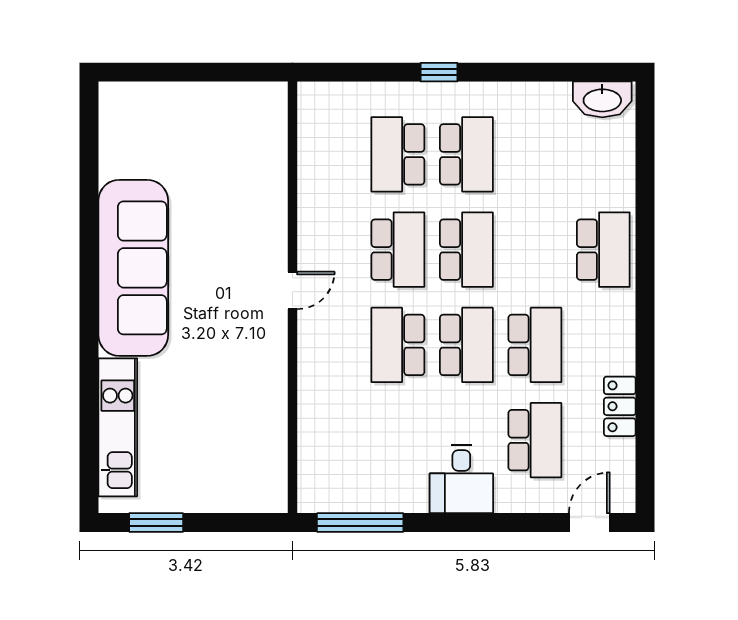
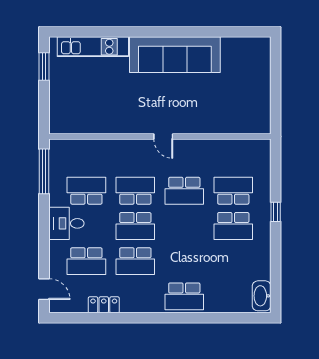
school desk: (466, 250) -> (86, 191), moved, turned 180

